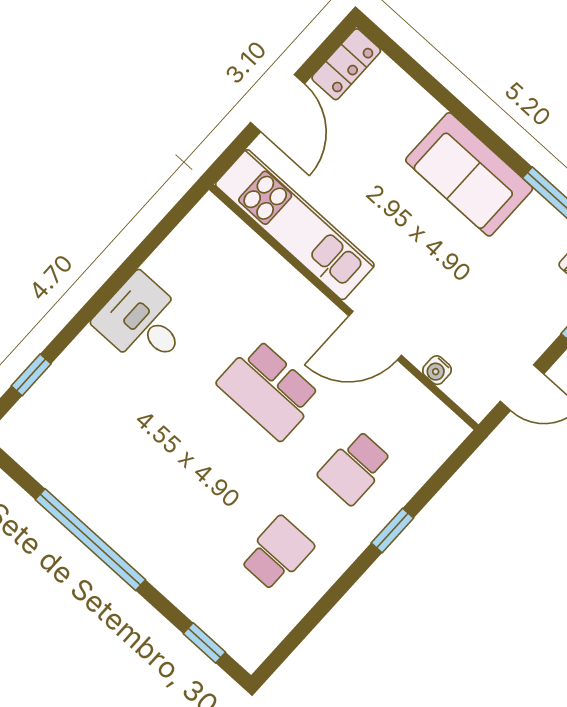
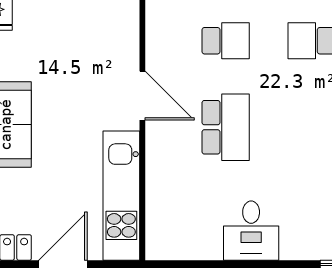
water cooler: (437, 370) -> (131, 44), removed

